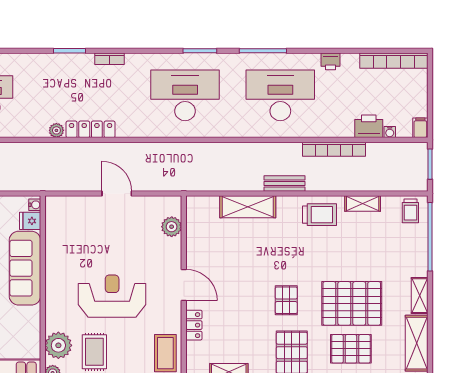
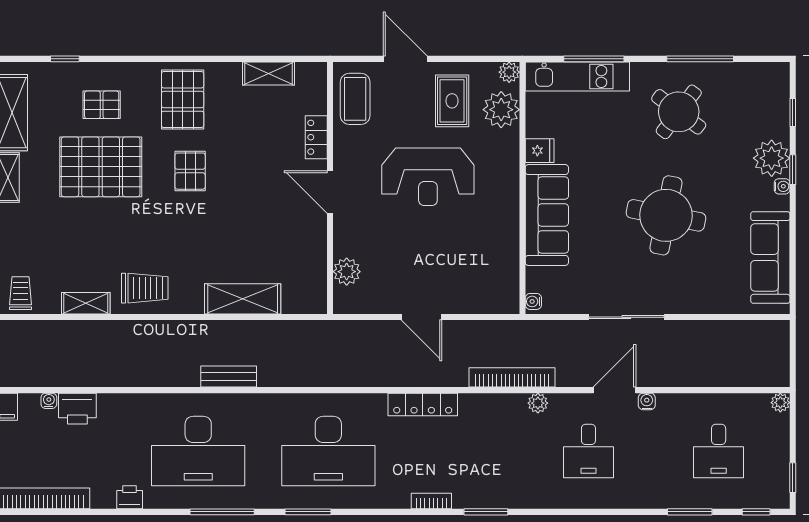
locker: (91, 129) -> (423, 404), moved
plant: (56, 130) -> (538, 403), moved
bookcase: (334, 149) -> (512, 377), moved
bench: (285, 183) -> (229, 377), moved
trolley: (319, 215) -> (145, 288), turned 180
fridge: (30, 221) -> (540, 151), moved
pallet: (351, 349) -> (102, 105), width x0.67, depth x0.71

